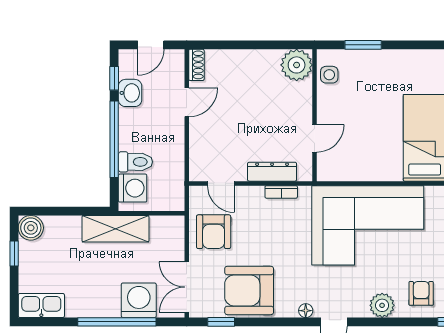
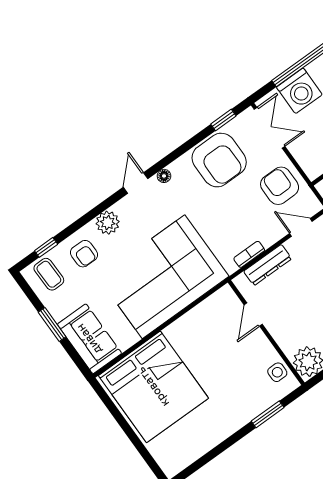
armchair: (249, 290) -> (219, 160), turned 90

